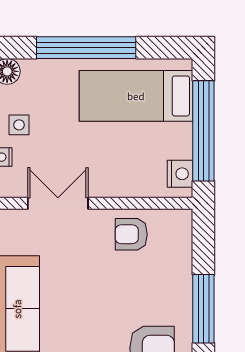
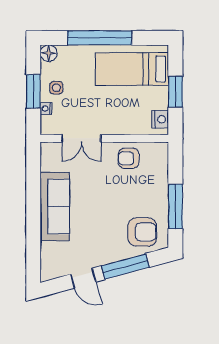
window: (203, 131) -> (175, 92), width x0.47
double door: (58, 203) -> (81, 138), swing flipped

